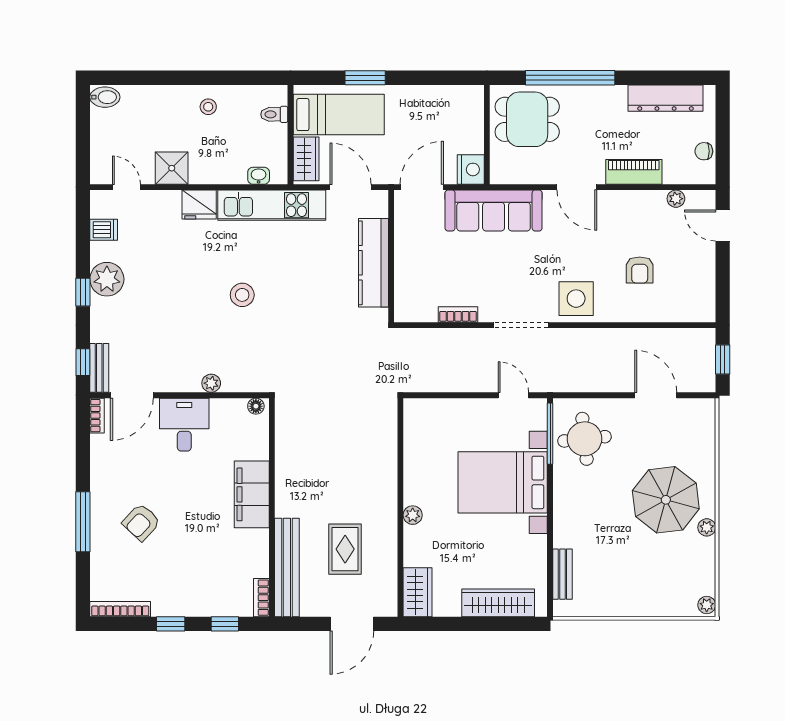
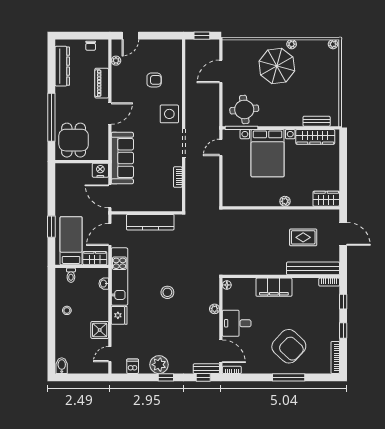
armchair: (141, 522) -> (289, 346), width x1.88, depth x1.88
wardrobe: (498, 603) -> (315, 137), moved, turned -90

